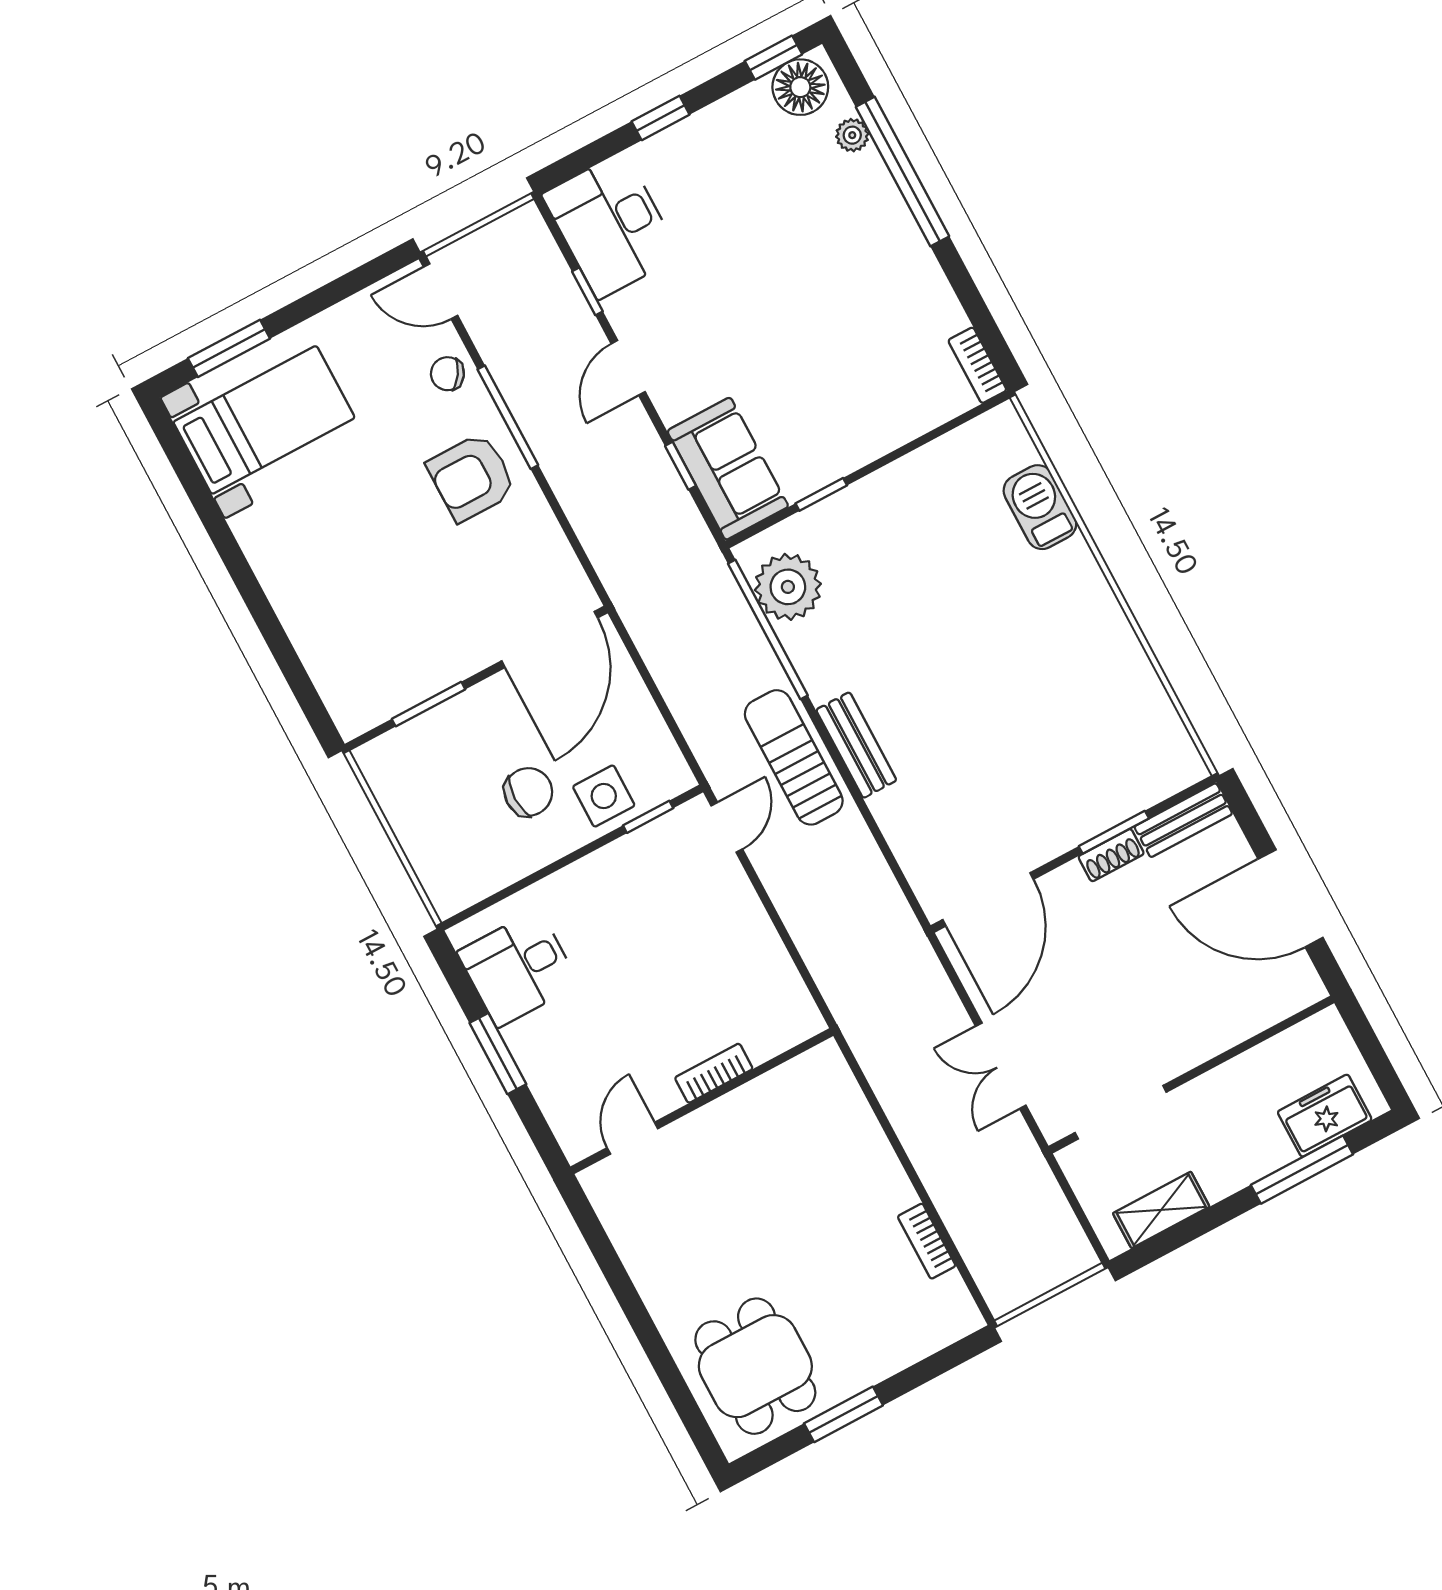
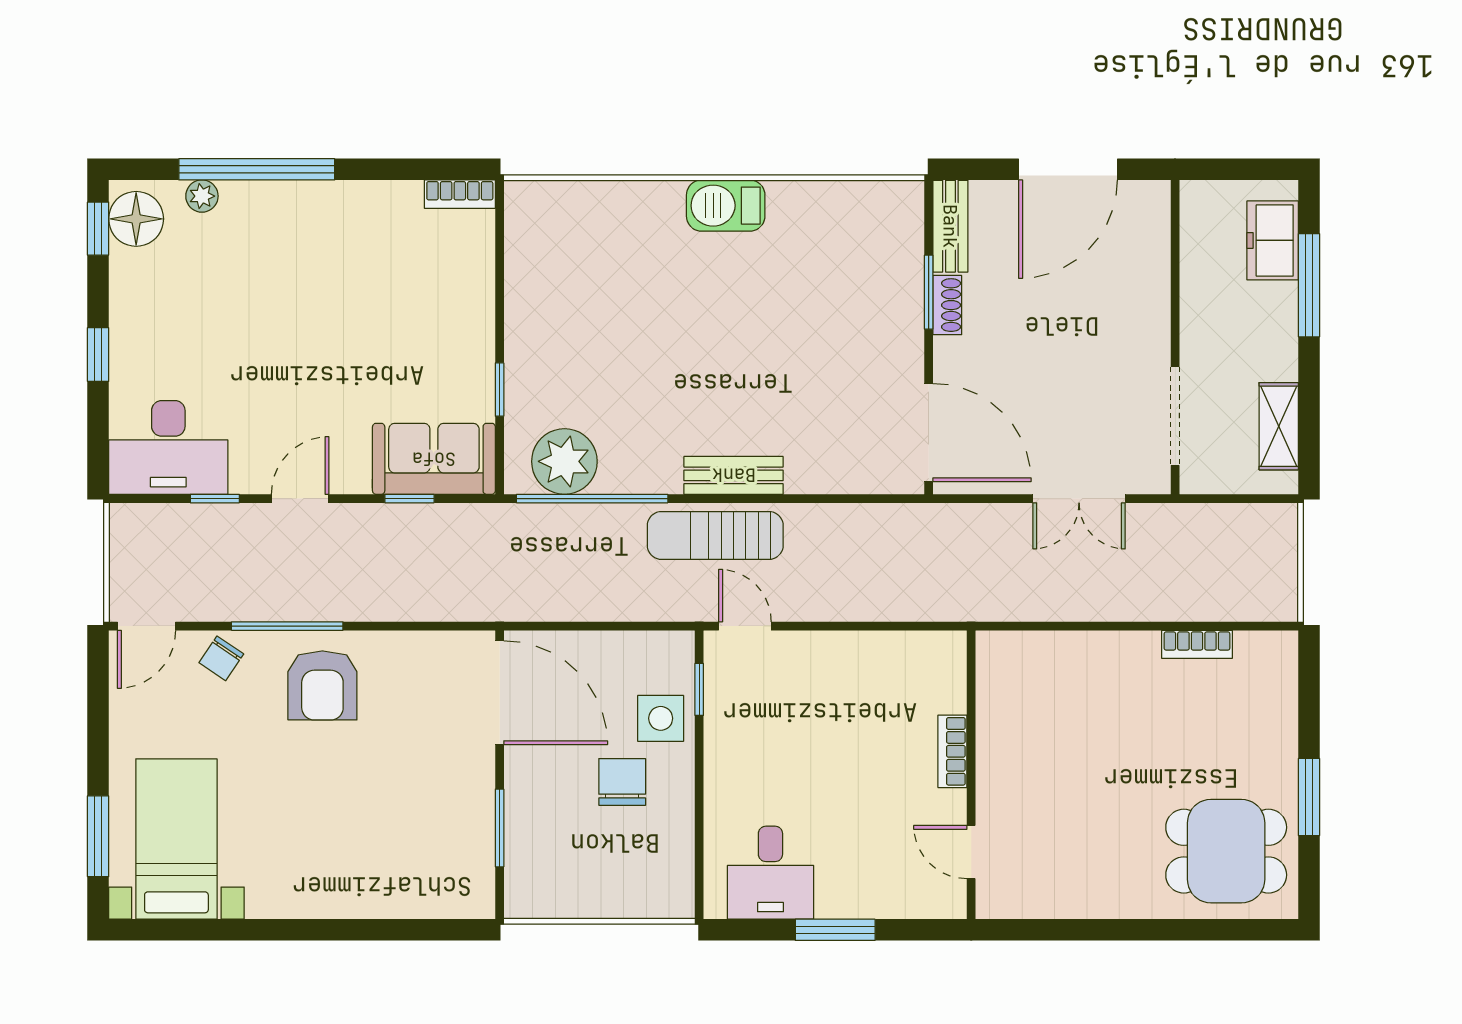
door: (628, 368) -> (300, 499), swing flipped
barbecue: (1040, 507) -> (726, 206), moved

